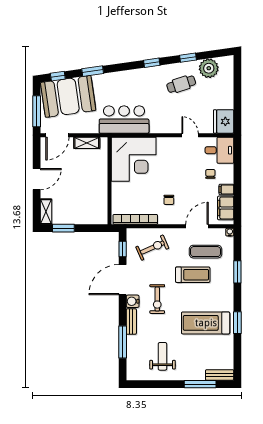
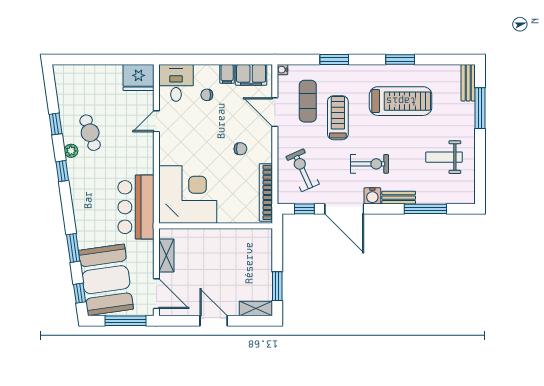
plant: (209, 68) -> (71, 151), moved, width x0.53, depth x0.53
treadmill: (206, 323) -> (401, 101), turned -90

